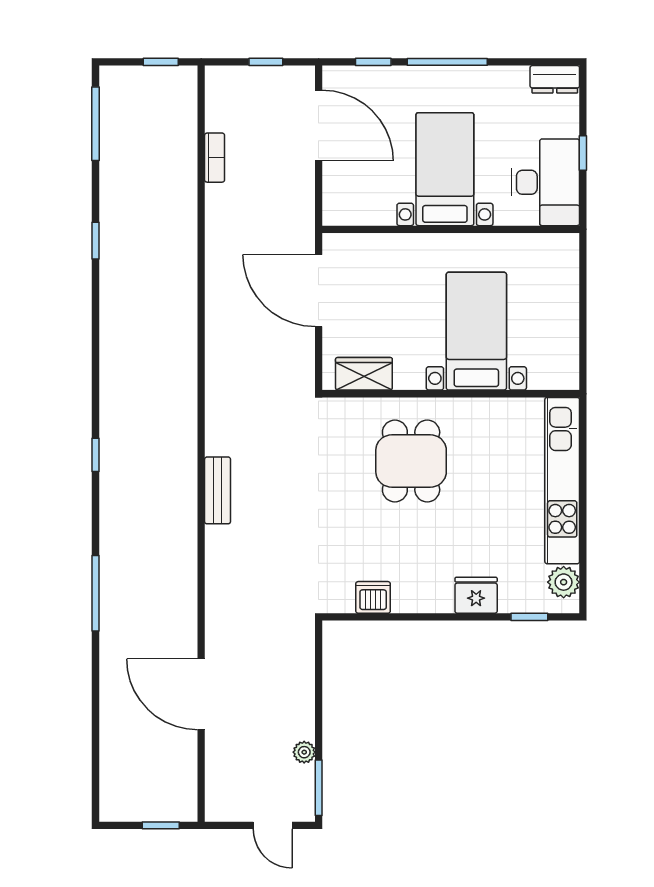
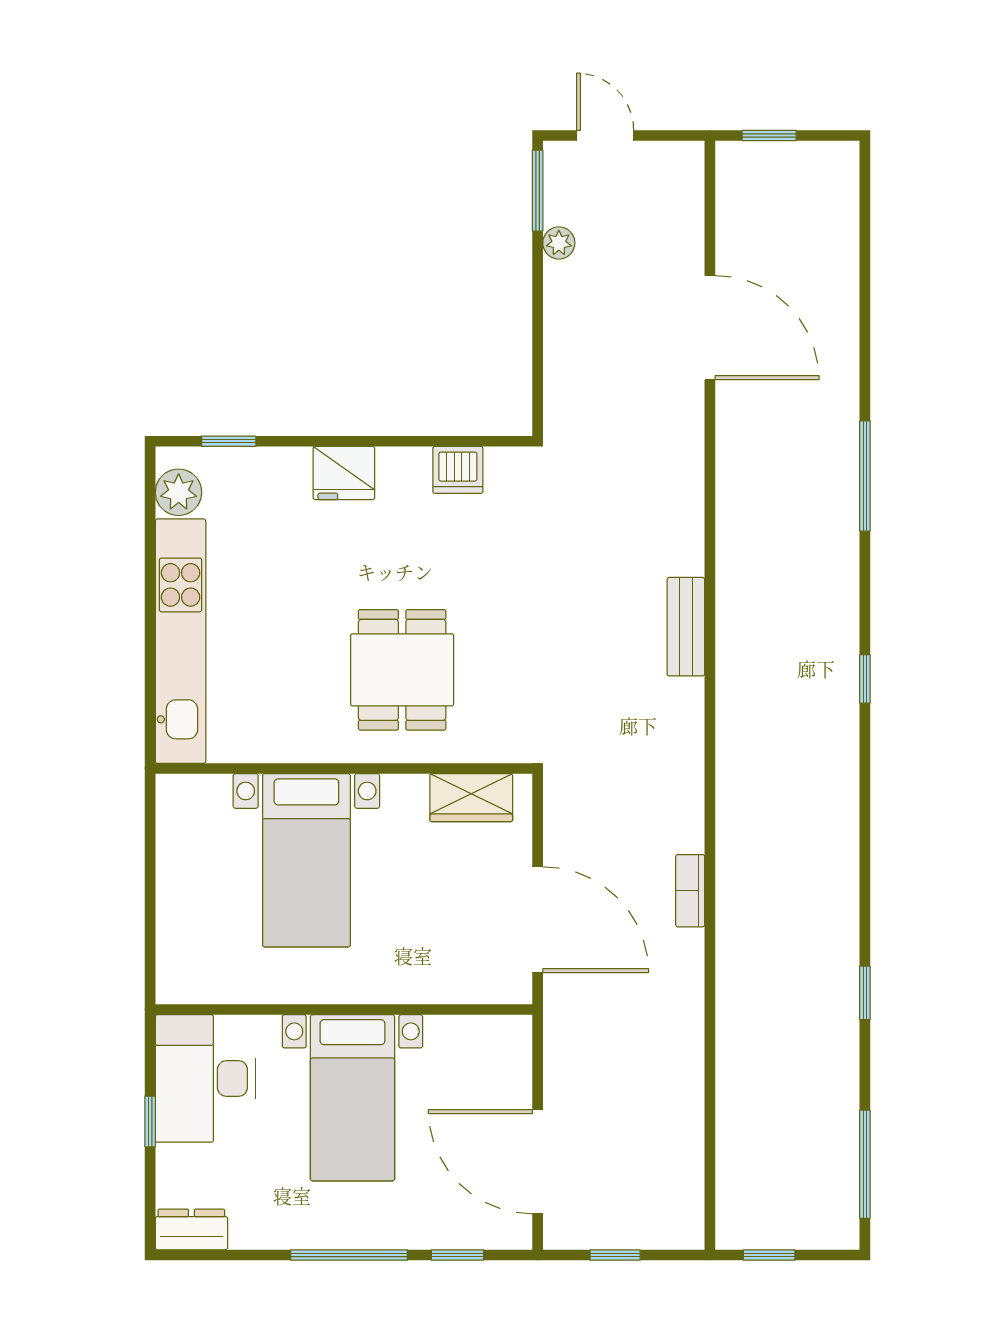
bookcase: (215, 158) -> (690, 891), moved
fridge: (476, 595) -> (344, 473), moved

